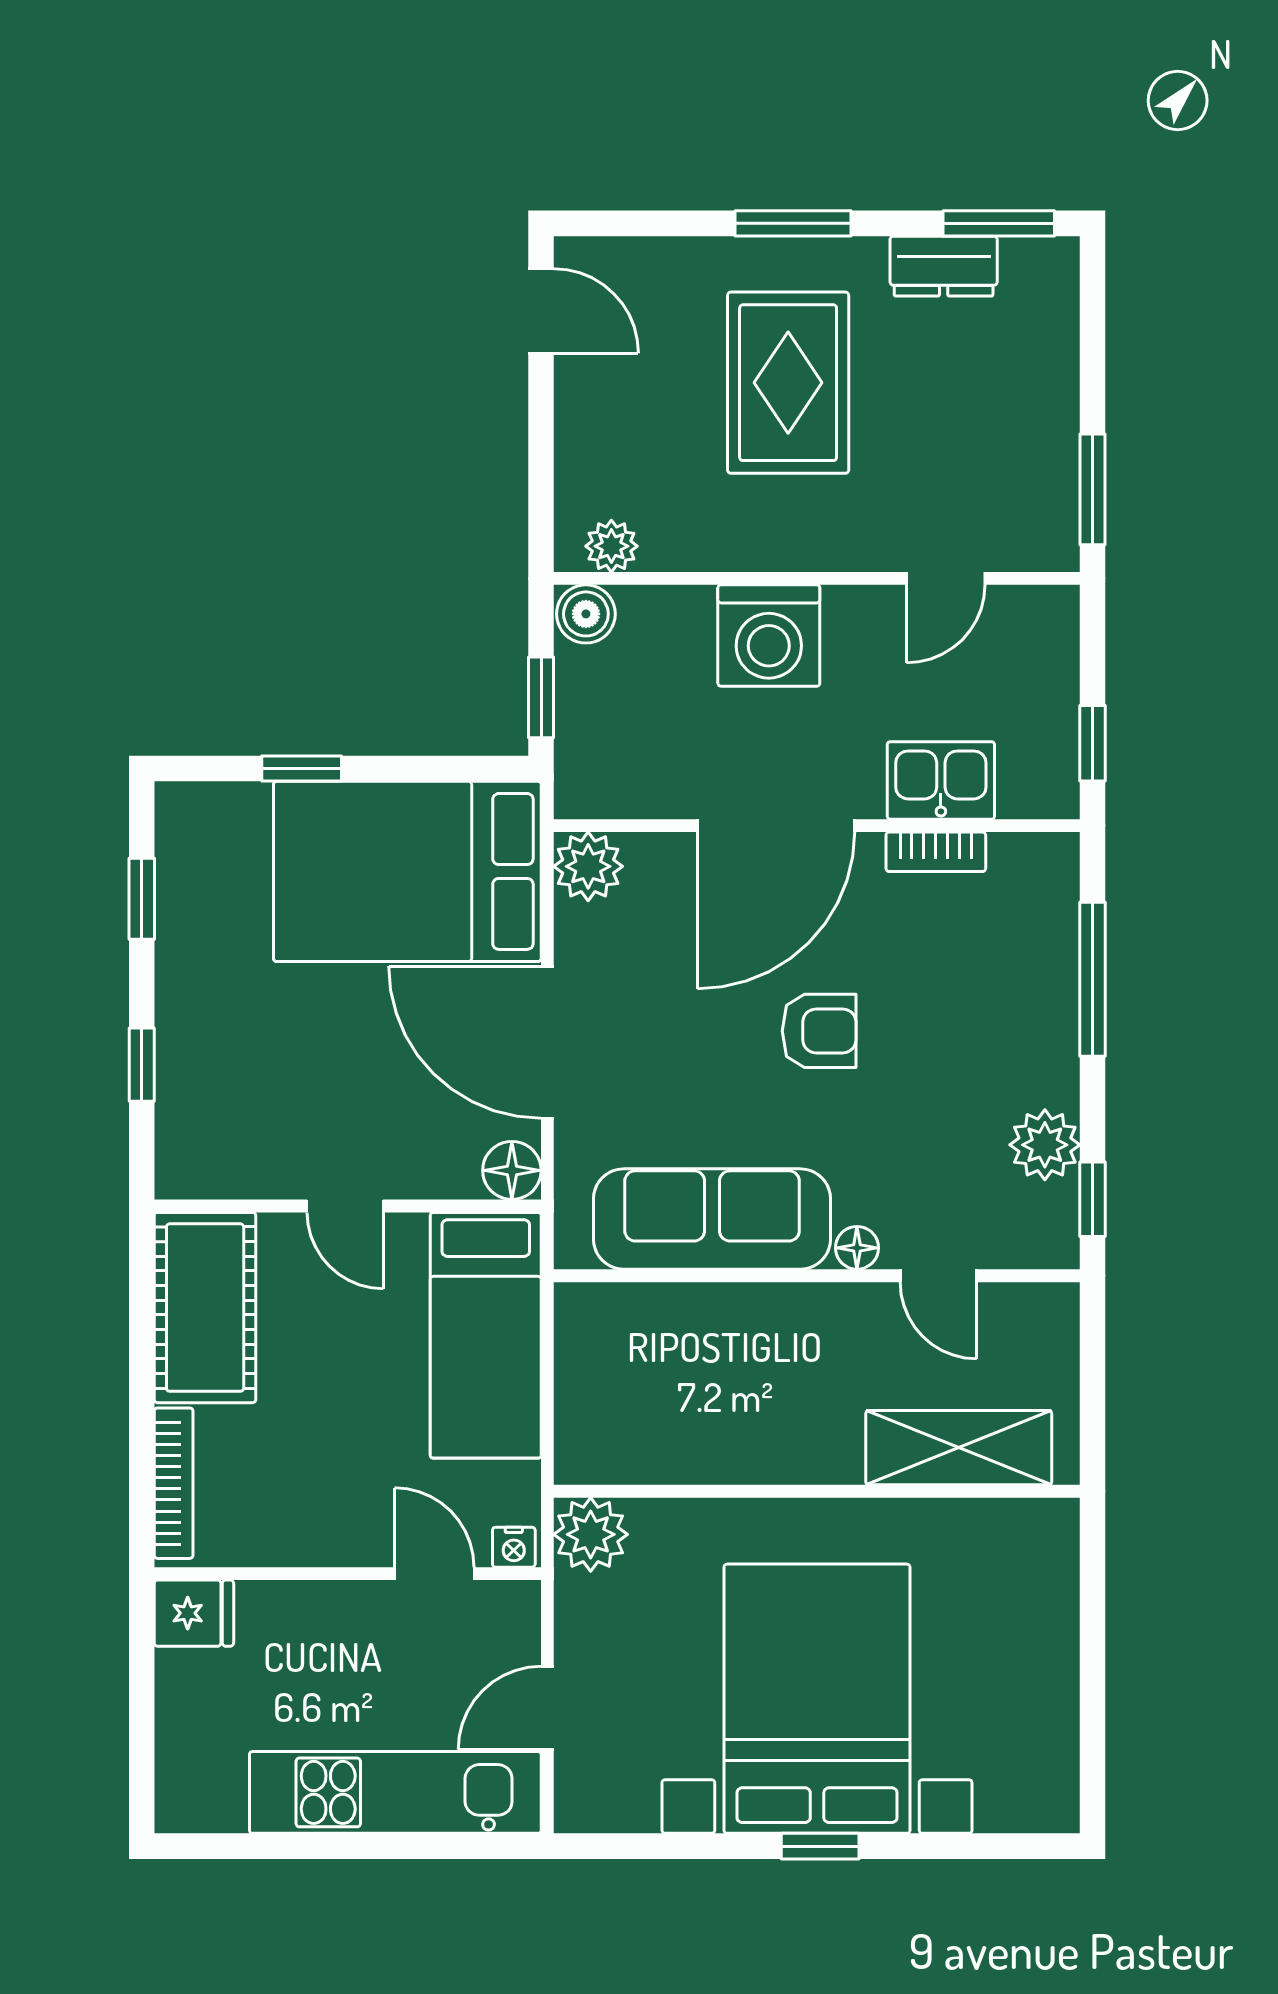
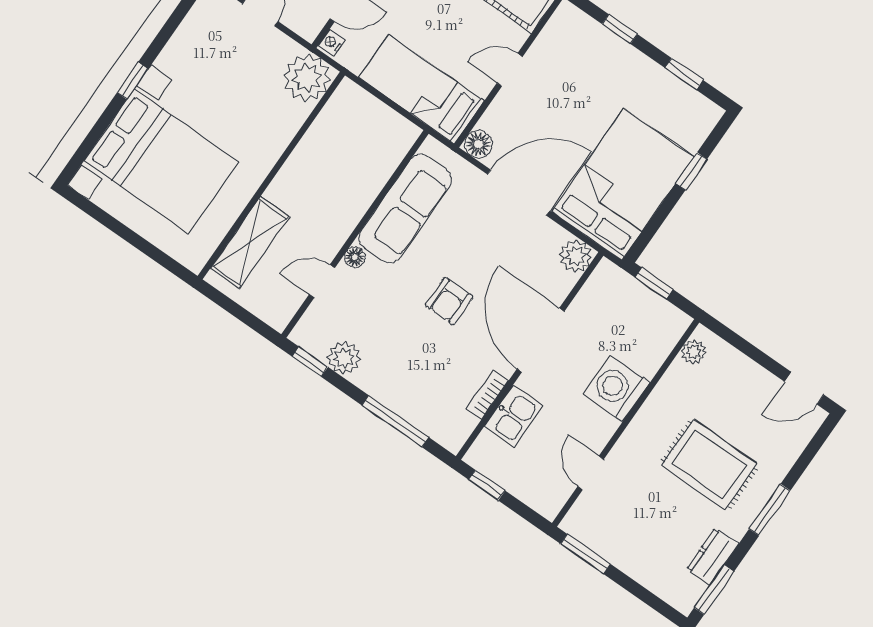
boiler: (586, 614) -> (674, 324), removed
plant: (591, 1534) -> (307, 78), width x1.36, depth x1.36
bed with nightstands: (817, 1699) -> (161, 161), moved

